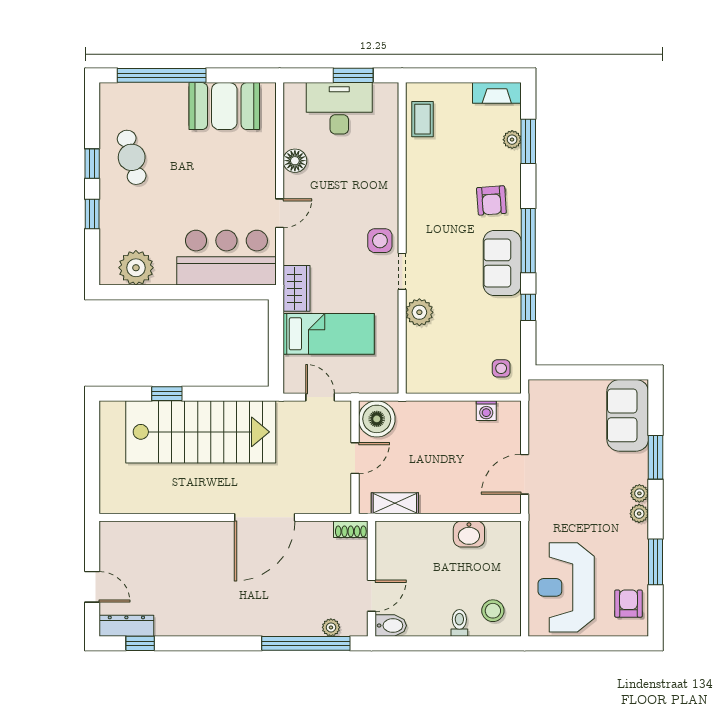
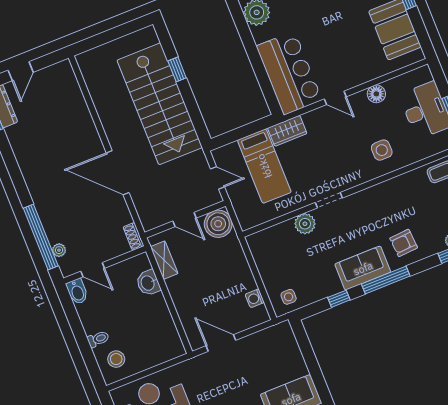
side table: (380, 241) -> (382, 150), moved
door: (320, 397) -> (218, 178), hinge flipped
washbasin: (469, 534) -> (148, 283), moved

